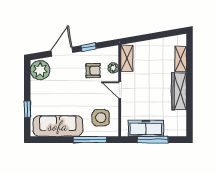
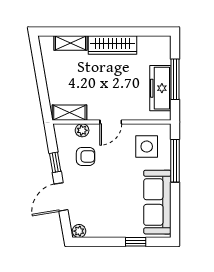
door: (62, 52) -> (61, 197), hinge flipped
plant: (40, 70) -> (79, 231), width x0.53, depth x0.53
armchair: (93, 71) -> (86, 156), turned 90

